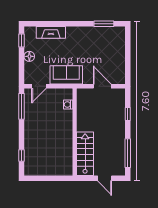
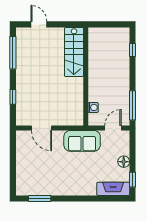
fireplace: (51, 32) -> (113, 189), moved
washing machine: (68, 104) -> (93, 107), moved
wall: (75, 132) -> (86, 76), moved
stairs: (85, 154) -> (74, 52), moved

